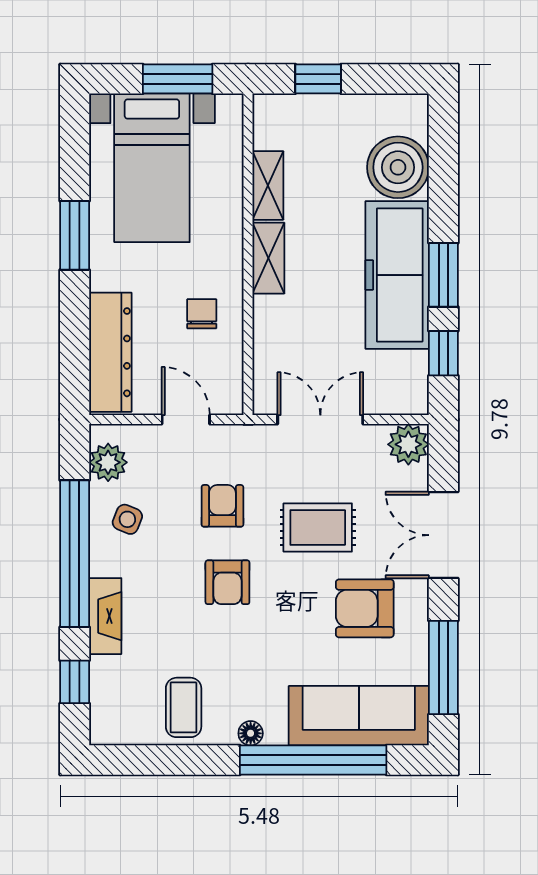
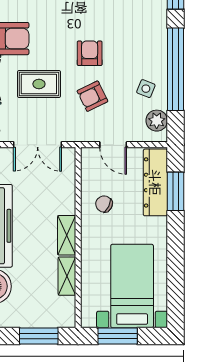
window: (318, 79) -> (39, 336), width x1.50
window: (75, 235) -> (176, 191), moved
chair: (202, 314) -> (104, 204), turned 116
armchair: (222, 506) -> (92, 96), turned 64
fireplace: (105, 616) -> (158, 34), removed

